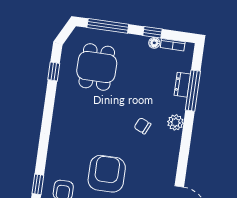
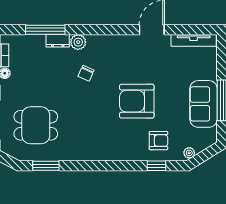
window: (54, 72) -> (46, 166), width x1.50
dresser: (182, 85) -> (58, 41), moved

